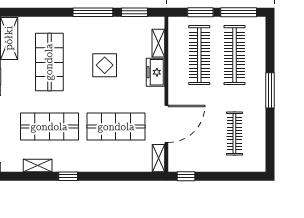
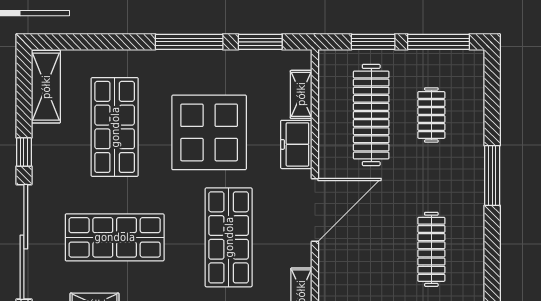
clothes rail: (234, 55) -> (431, 115), width x0.54, depth x0.76
display table: (105, 65) -> (209, 132), width x1.86, depth x1.86
door: (166, 124) -> (315, 210), moved
shop shelf: (116, 127) -> (229, 237), turned 90

